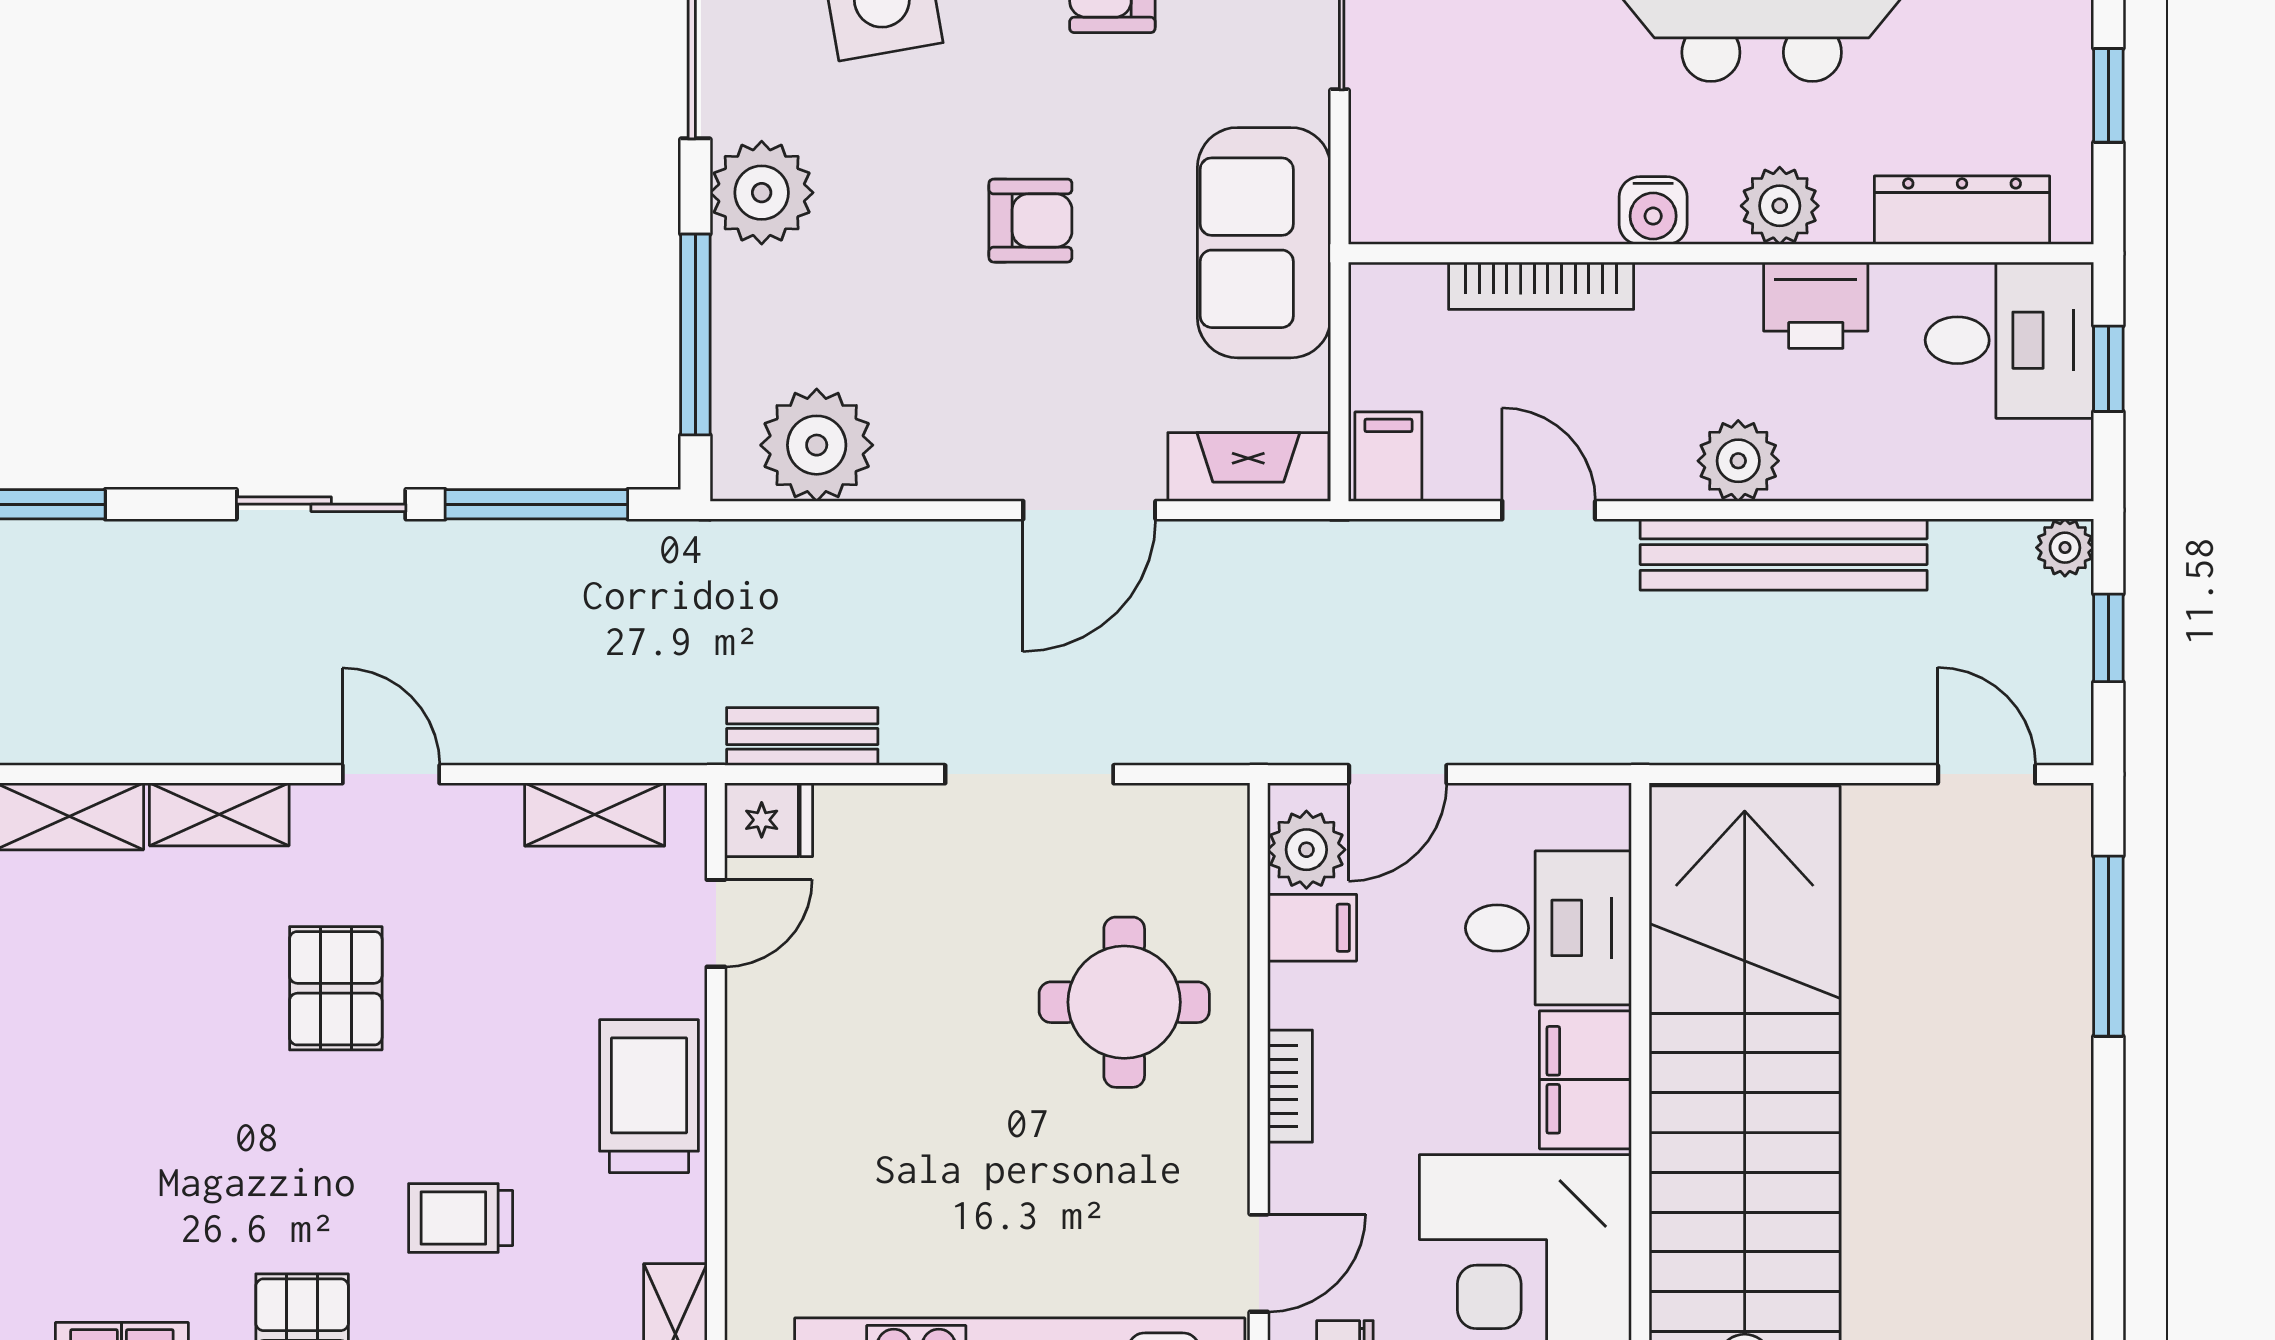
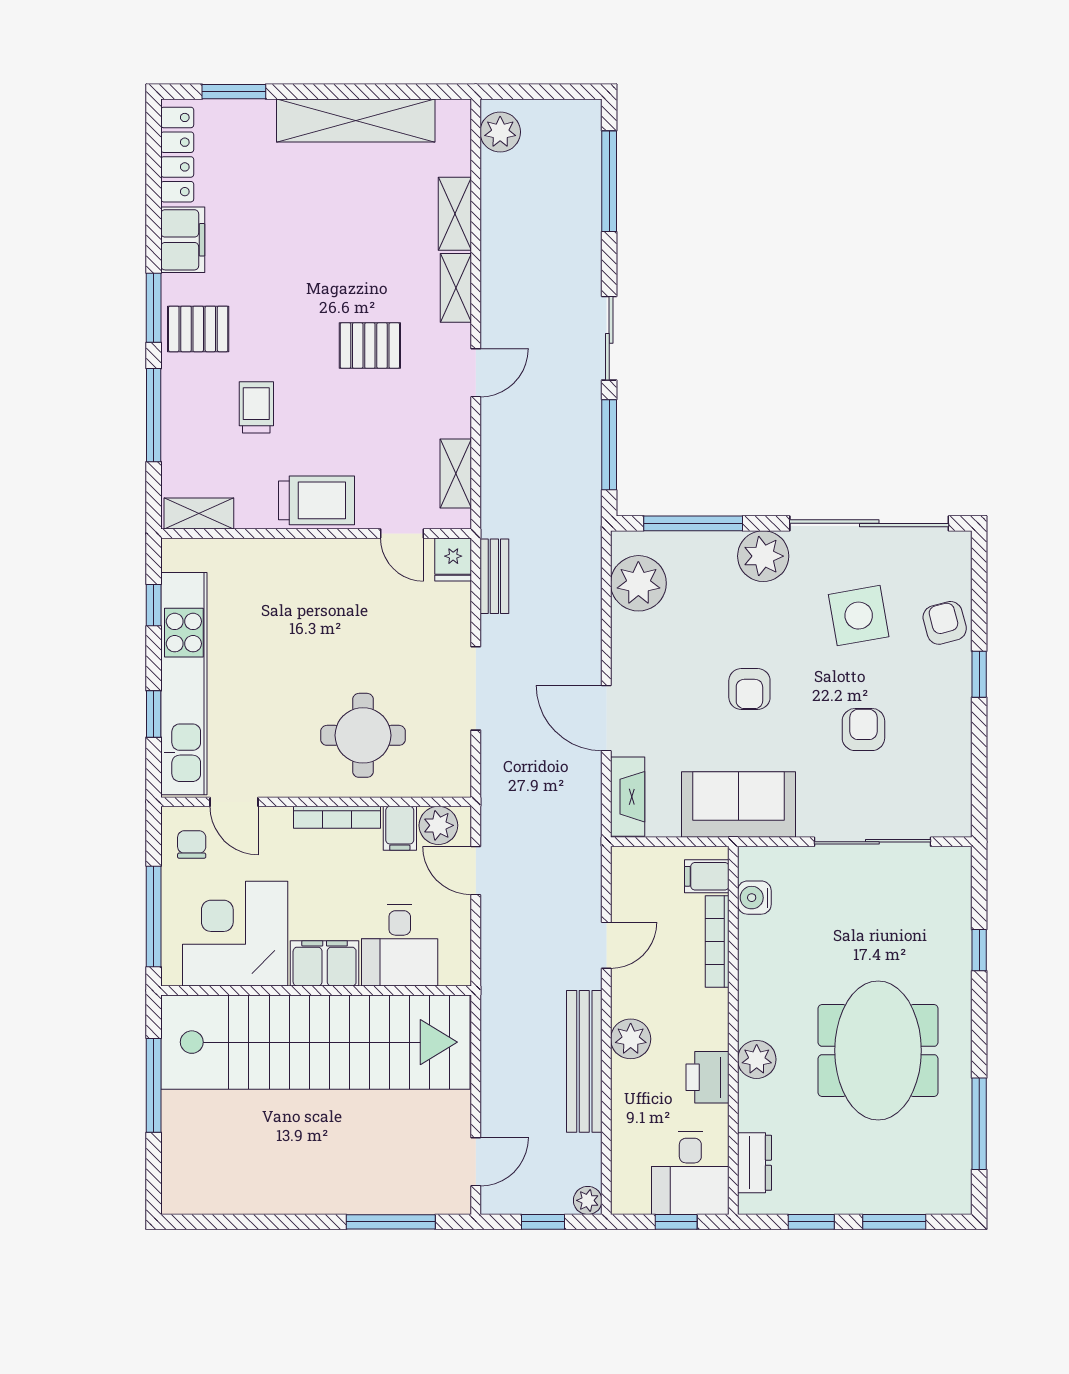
dresser: (1962, 210) -> (755, 1163), width x0.70
water cooler: (1653, 211) -> (754, 898), moved
filing cabinet: (1388, 457) -> (707, 876), moved, turned 180
bookcase: (1290, 1086) -> (337, 817), width x1.56

